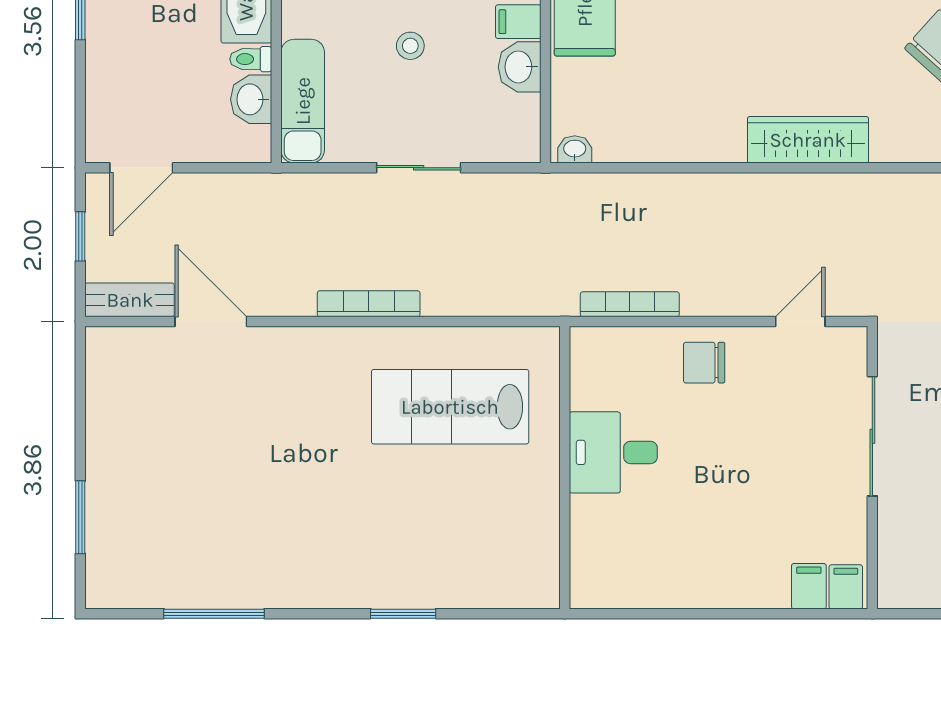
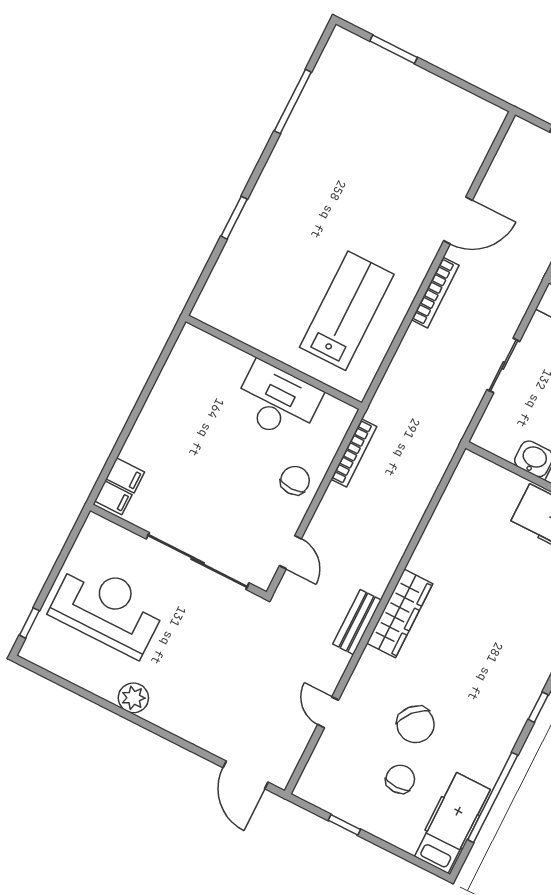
washbasin: (575, 149) -> (466, 467), removed
bench: (130, 300) -> (357, 622), moved
door: (211, 321) -> (458, 220), moved
sliding door: (872, 436) -> (198, 561), width x1.36
desk: (613, 452) -> (277, 401), width x1.37

